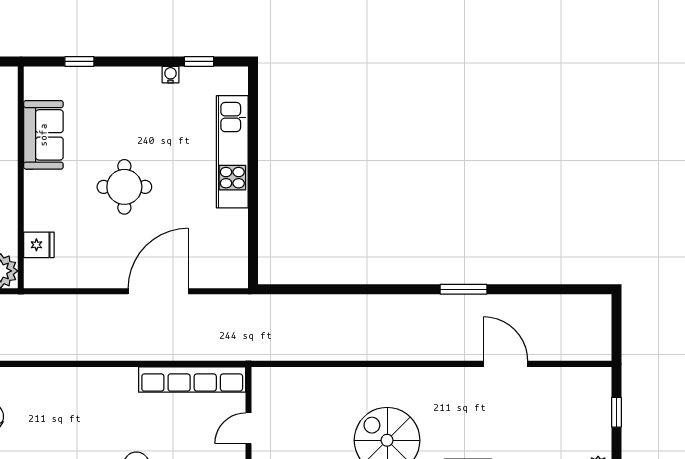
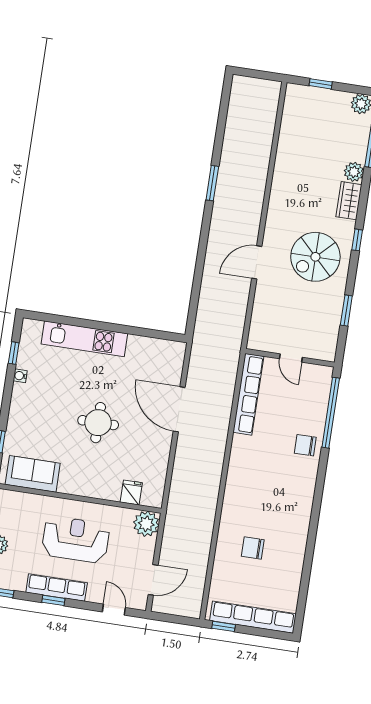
sofa: (43, 135) -> (33, 474), moved
door: (506, 364) -> (257, 262), moved

